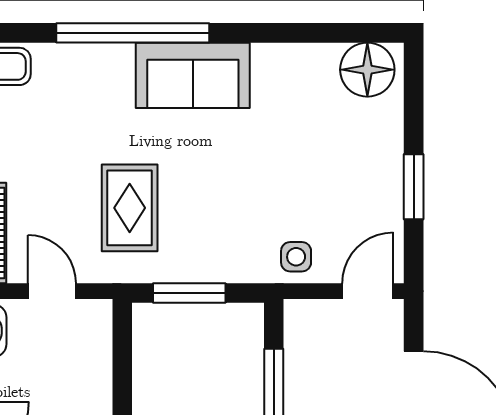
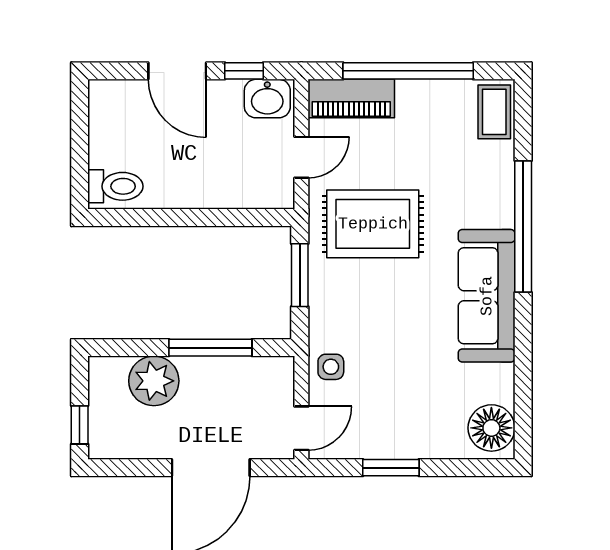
sofa: (193, 75) -> (487, 296), width x1.36
rug: (130, 208) -> (373, 224), width x1.36, depth x1.43
door: (368, 291) -> (301, 428), hinge flipped

